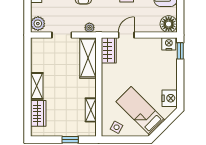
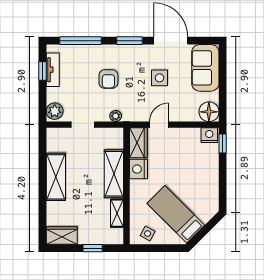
shelving: (88, 58) -> (114, 174), moved
shelving: (37, 86) -> (56, 177), width x1.50, depth x1.33
nightstand: (170, 98) -> (138, 169), moved, turned 180
wardrobe: (38, 113) -> (62, 235), moved, turned -90

